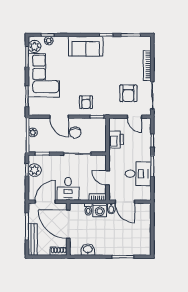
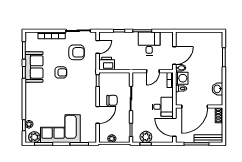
sofa: (86, 46) -> (34, 67), moved
armchair: (86, 102) -> (61, 72), moved
printer: (116, 140) -> (107, 63), moved

